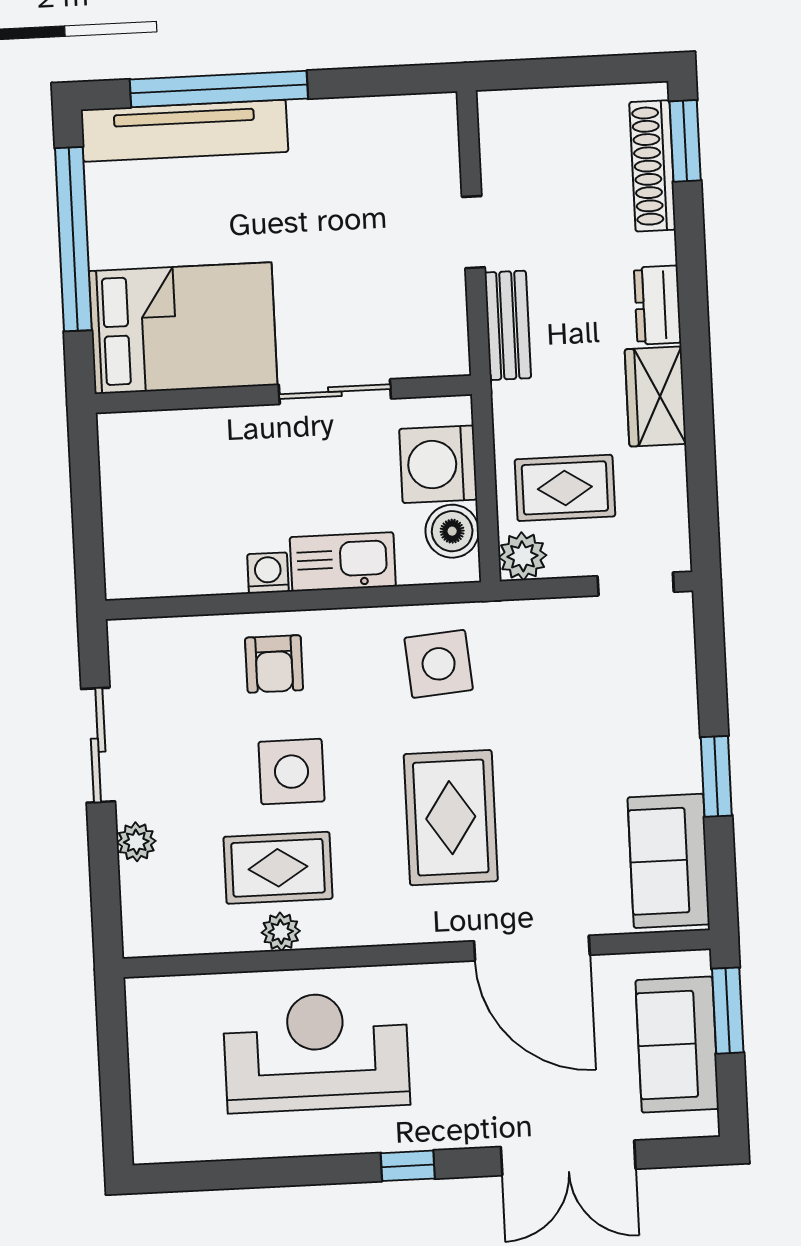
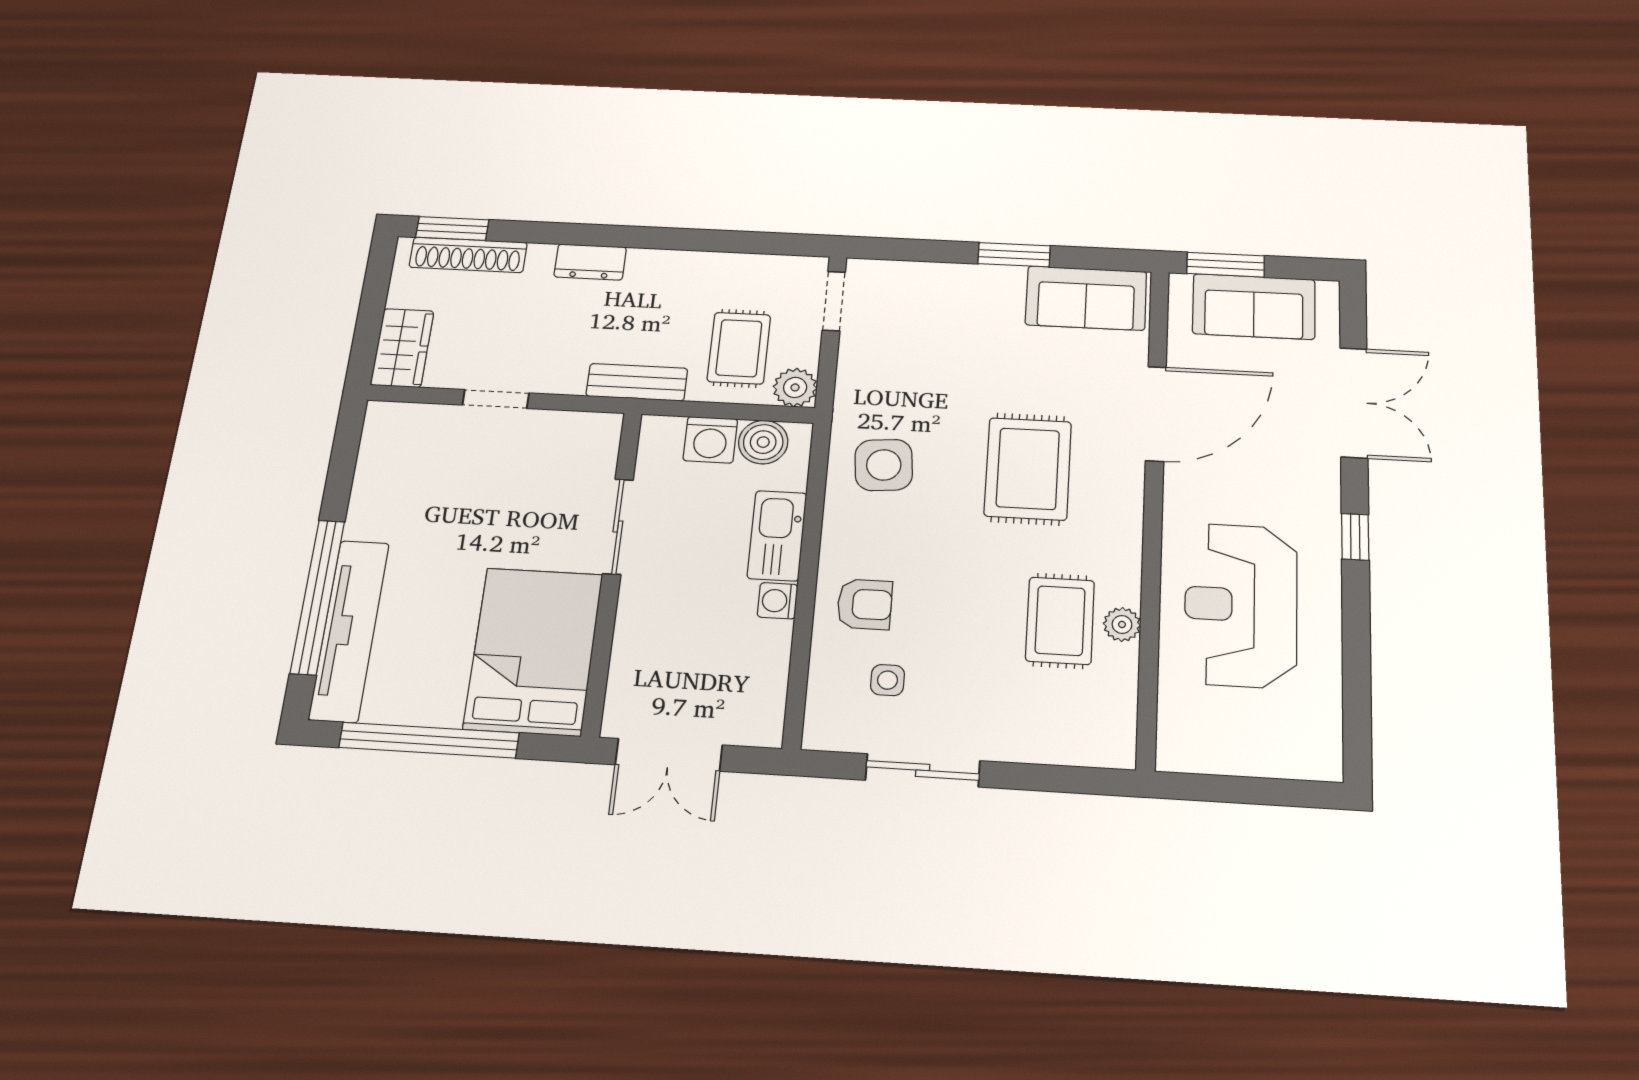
bench: (508, 325) -> (637, 382), moved
wardrobe: (656, 396) -> (402, 348), moved, turned -90
washing machine: (438, 464) -> (710, 440), width x0.73, depth x0.73
double door: (85, 487) -> (669, 755), added
side table: (291, 772) -> (888, 680), moved, width x0.54, depth x0.54
rug: (451, 818) -> (1028, 469), turned 90
plant: (136, 842) -> (1022, 745), removed

